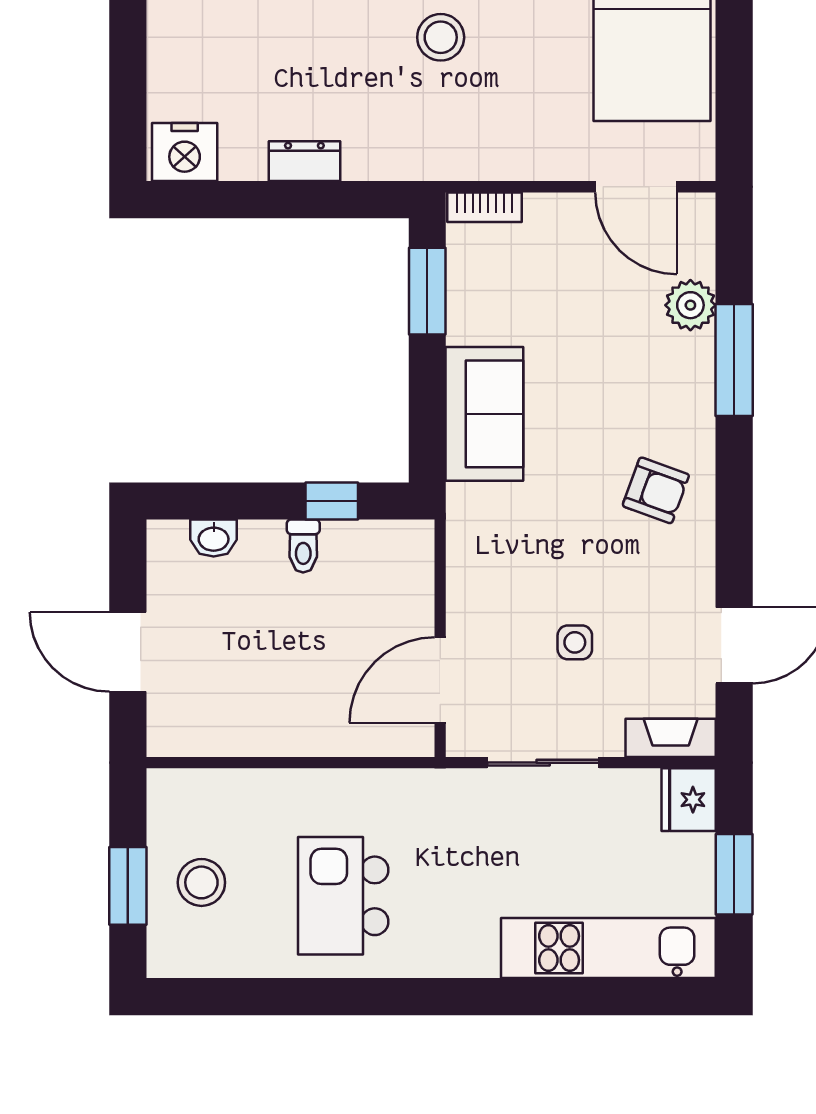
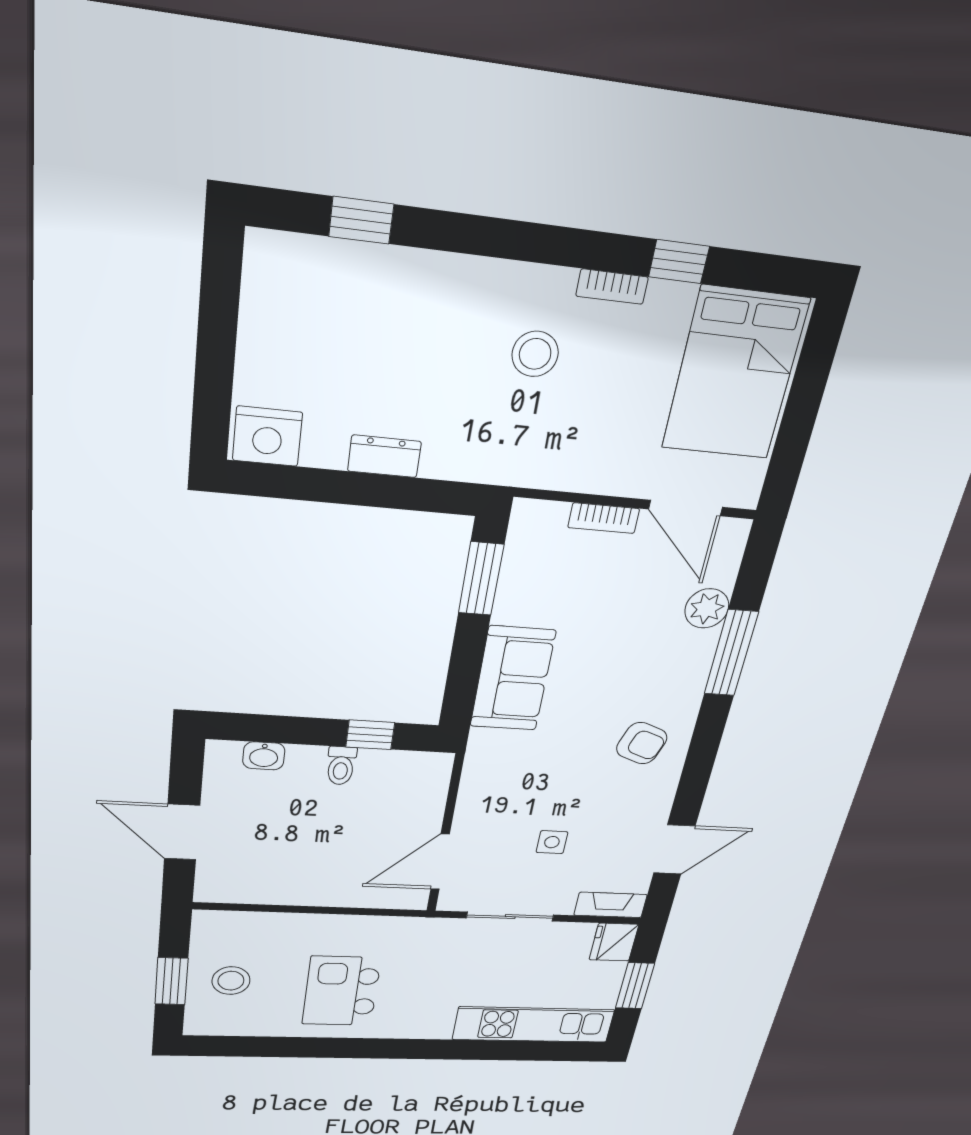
bookcase: (484, 207) -> (604, 518), moved

